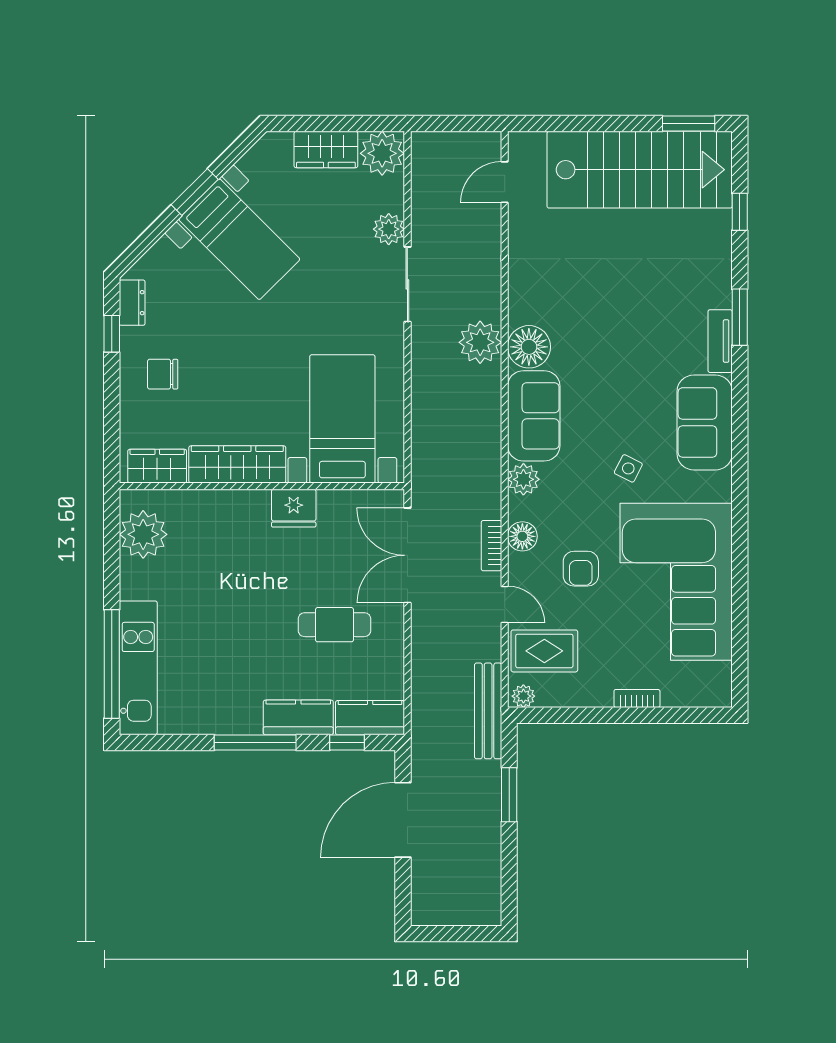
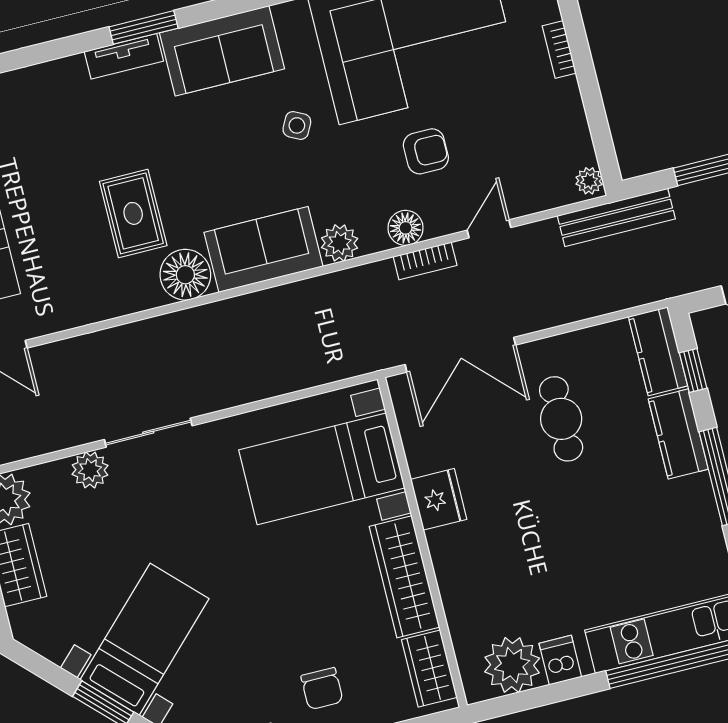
window: (740, 317) -> (144, 27), moved
plant: (480, 342) -> (194, 332), removed
dishwasher: (137, 575) -> (560, 660), added
rug: (544, 651) -> (133, 213), moved

